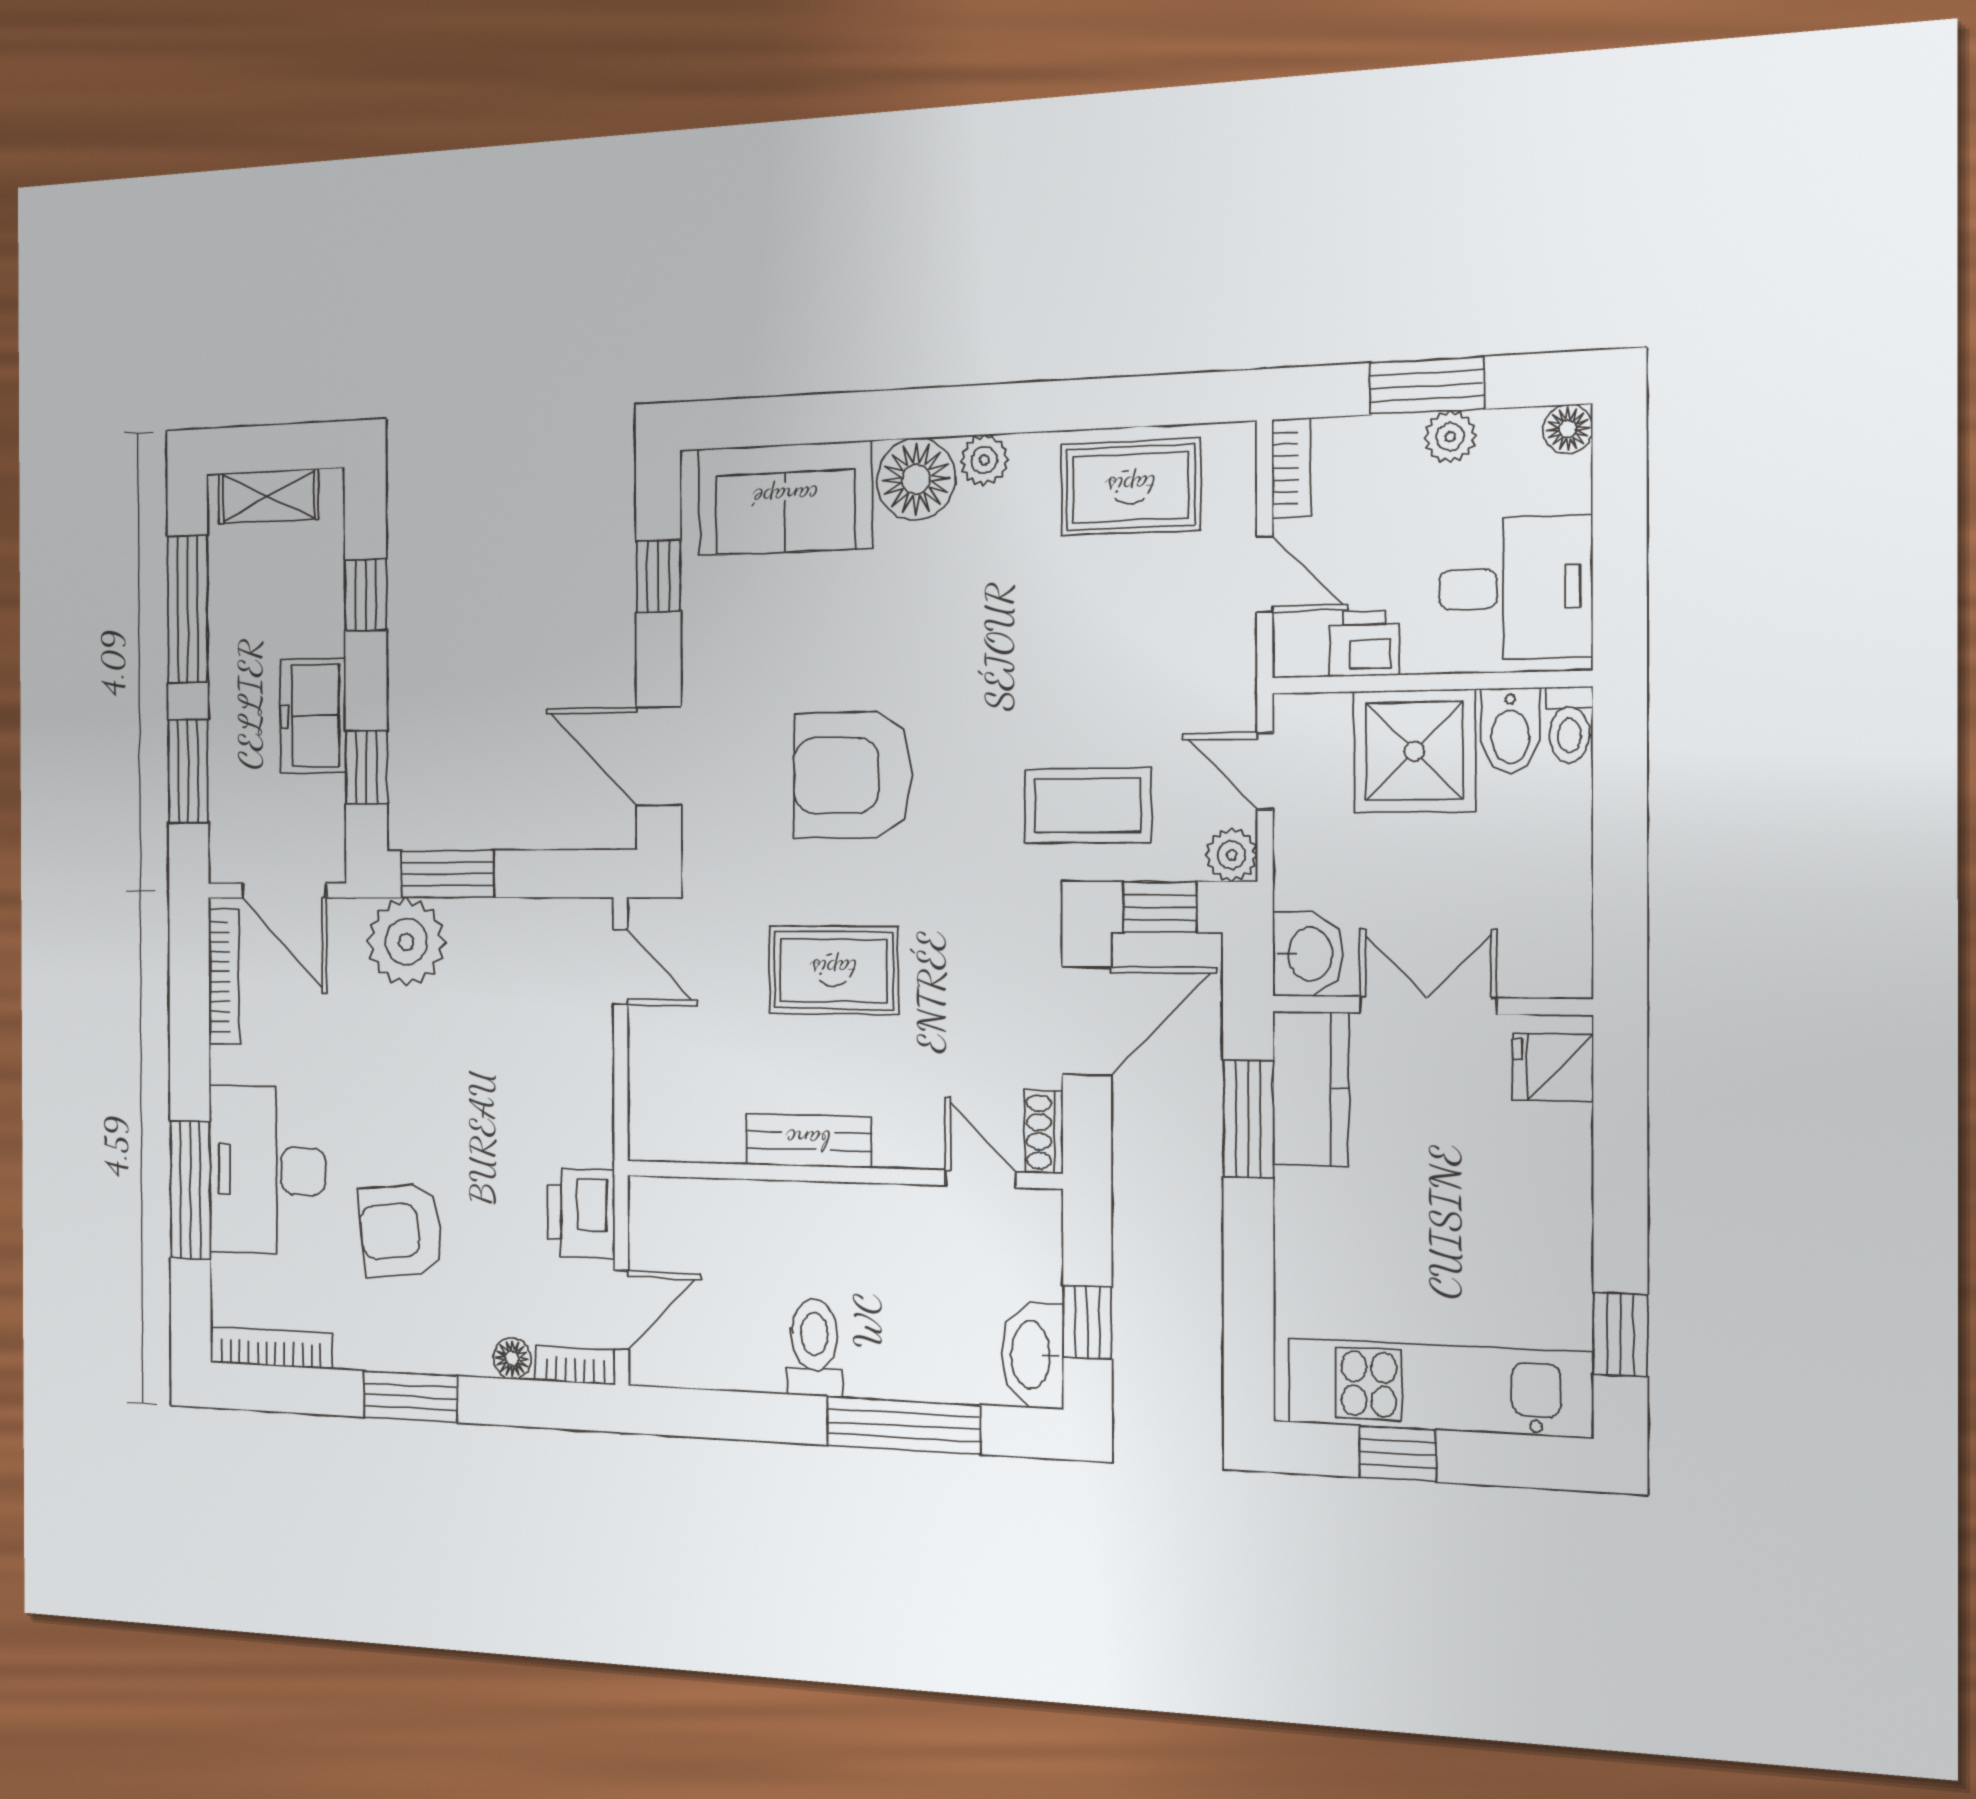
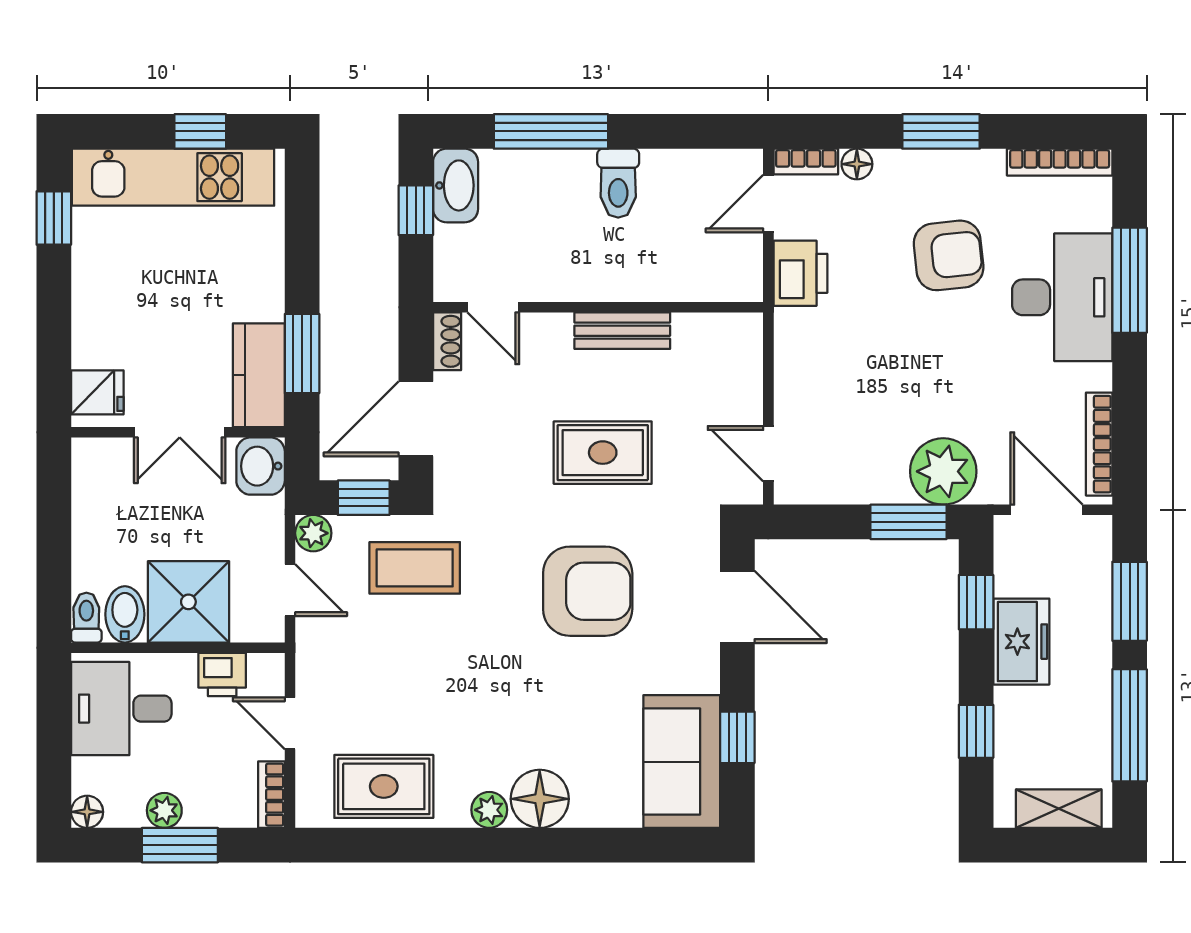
sofa: (785, 498) -> (682, 762), moved, turned -90

